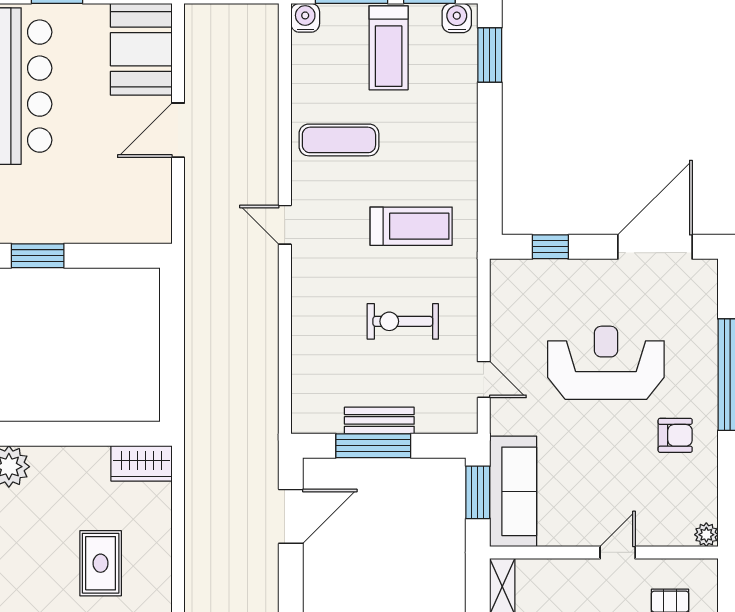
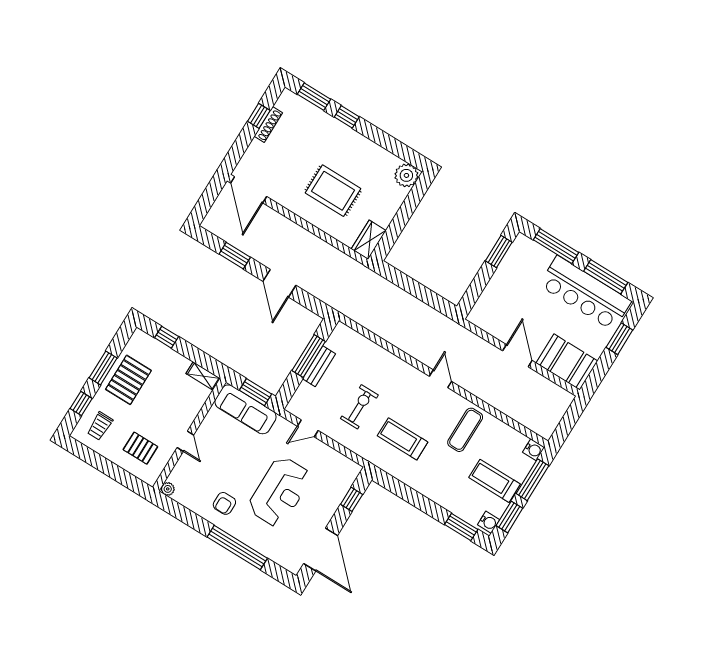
door: (285, 225) -> (441, 379), hinge flipped
treadmill: (411, 226) -> (403, 439), turned 90
door: (291, 516) -> (279, 283), moved
rug: (101, 563) -> (333, 191), width x1.36, depth x1.43

